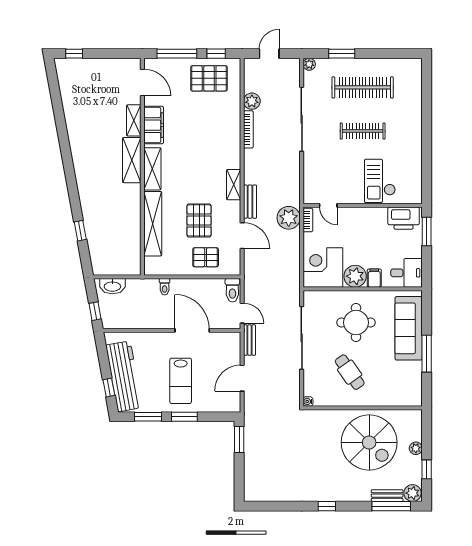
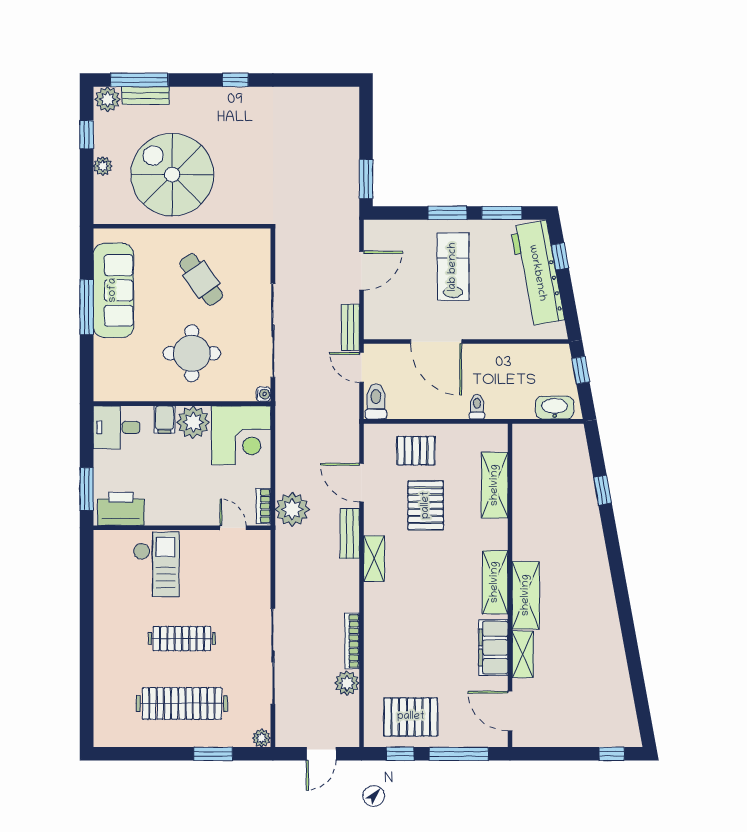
shelving: (153, 224) -> (495, 485), width x0.68
sofa: (409, 328) -> (113, 290), moved
water cooler: (308, 402) -> (263, 394), moved

